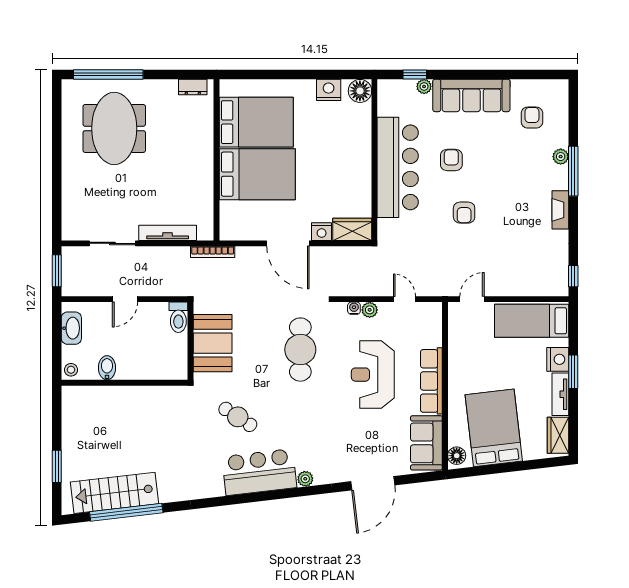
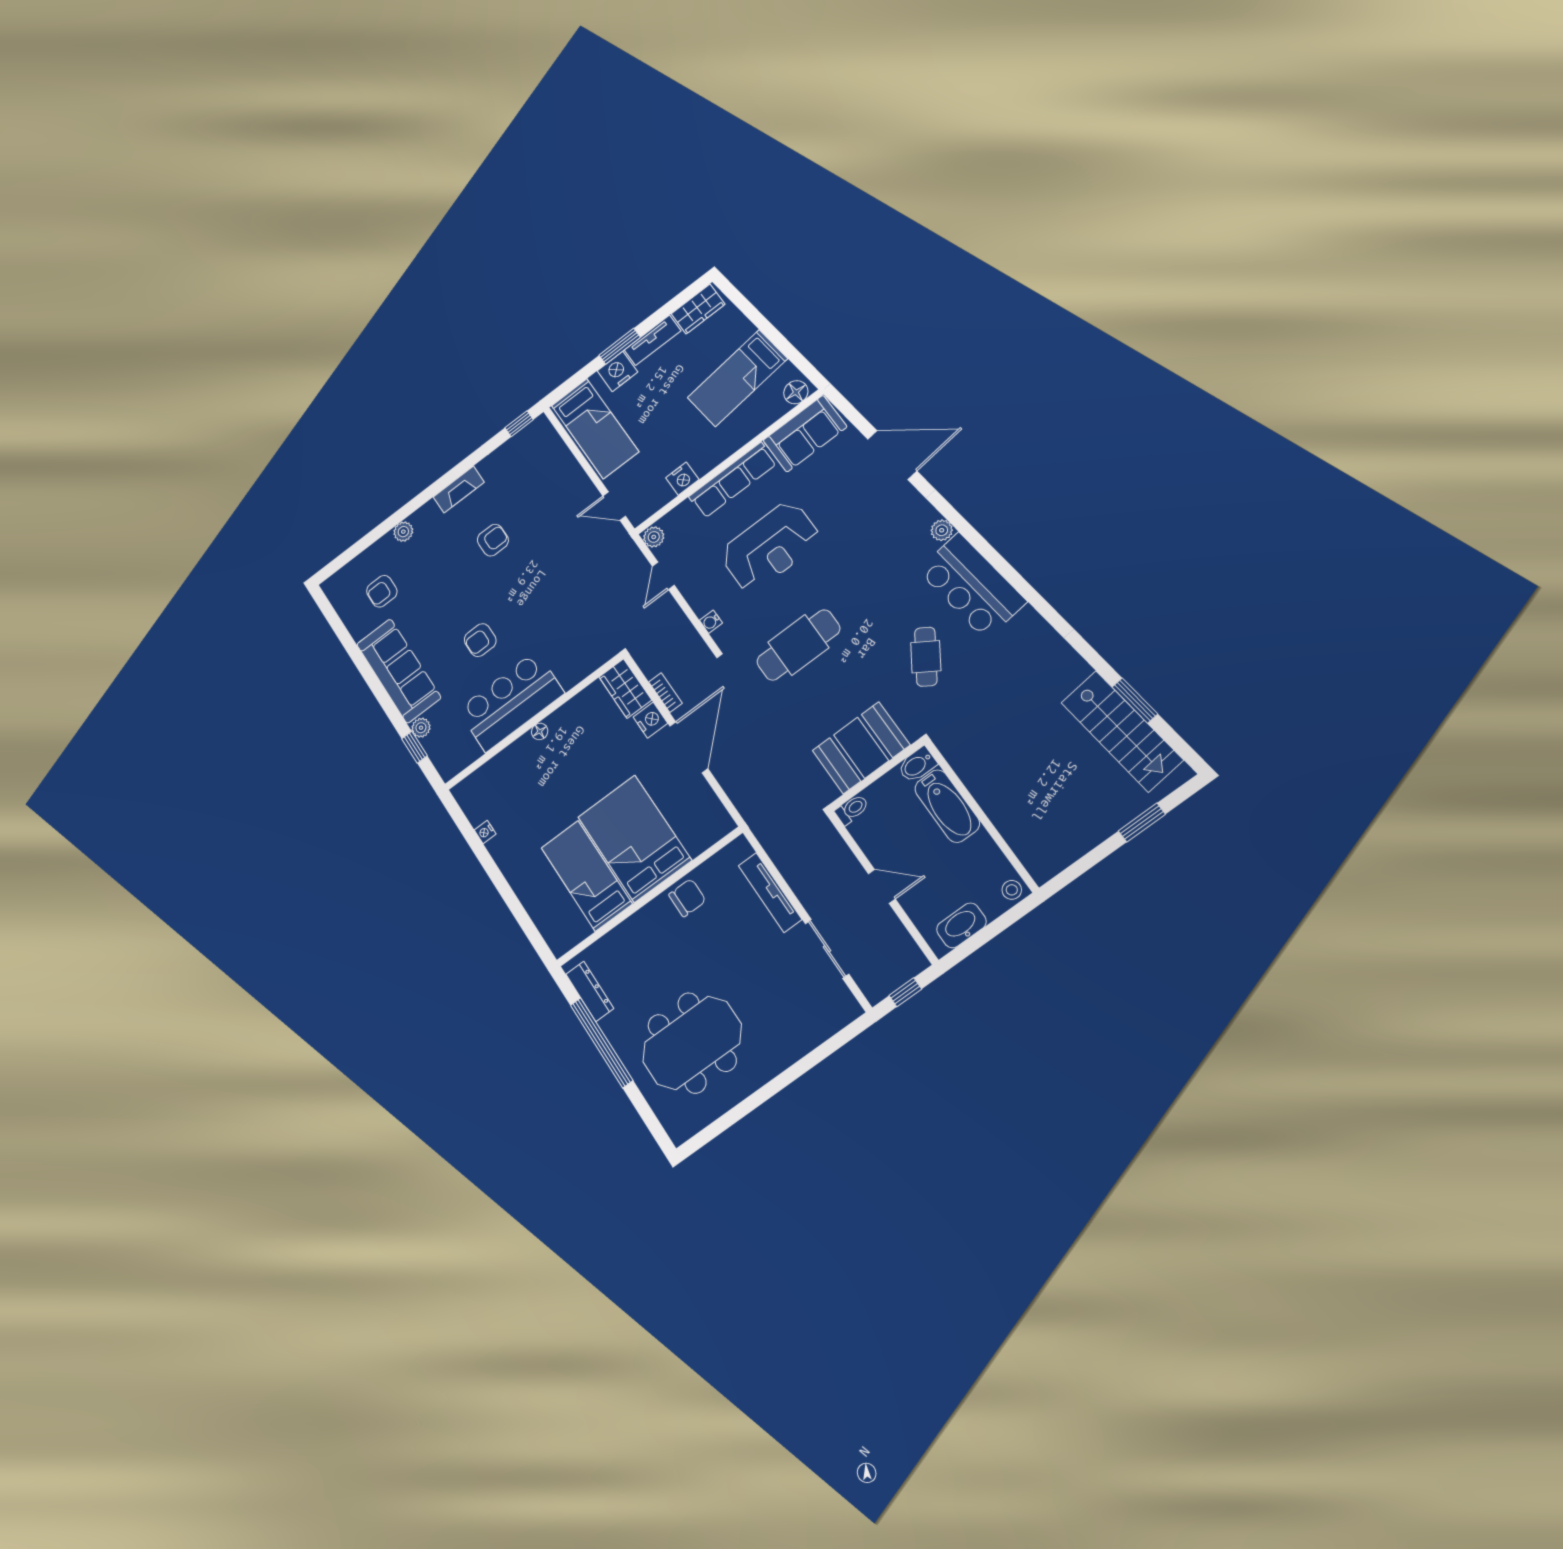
window: (108, 74) -> (601, 1043), moved
dresser: (193, 87) -> (590, 991), width x1.44
nightstand: (329, 90) -> (485, 832), width x0.53, depth x0.56
floor lamp: (360, 91) -> (540, 731), moved, width x0.53, depth x0.53
bed: (256, 122) -> (587, 876), width x0.67
bar counter: (398, 167) -> (511, 701), width x0.73
window: (573, 171) -> (410, 508), removed
chair: (200, 182) -> (687, 898), added
armchair: (464, 213) -> (493, 540), moved
bookcase: (213, 252) -> (665, 693), moved, width x0.64
window: (57, 271) -> (905, 992), width x0.67
plant: (370, 310) -> (654, 537), moved
toilet: (178, 317) -> (852, 809), width x0.73, depth x0.72
nightstand: (457, 352) -> (682, 479), added
bidet: (107, 368) -> (917, 765), moved
bathtub: (143, 368) -> (947, 806), added
bed: (494, 428) -> (737, 378), width x0.67
window: (126, 512) -> (1135, 700), width x0.47

